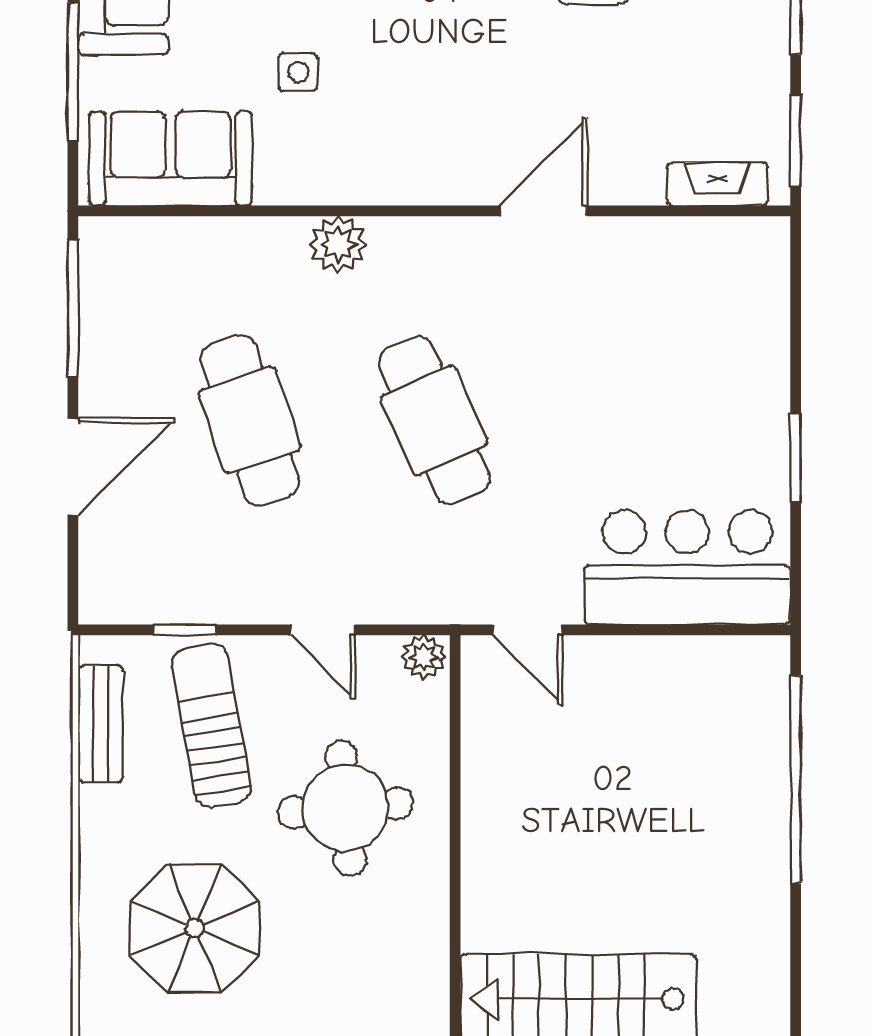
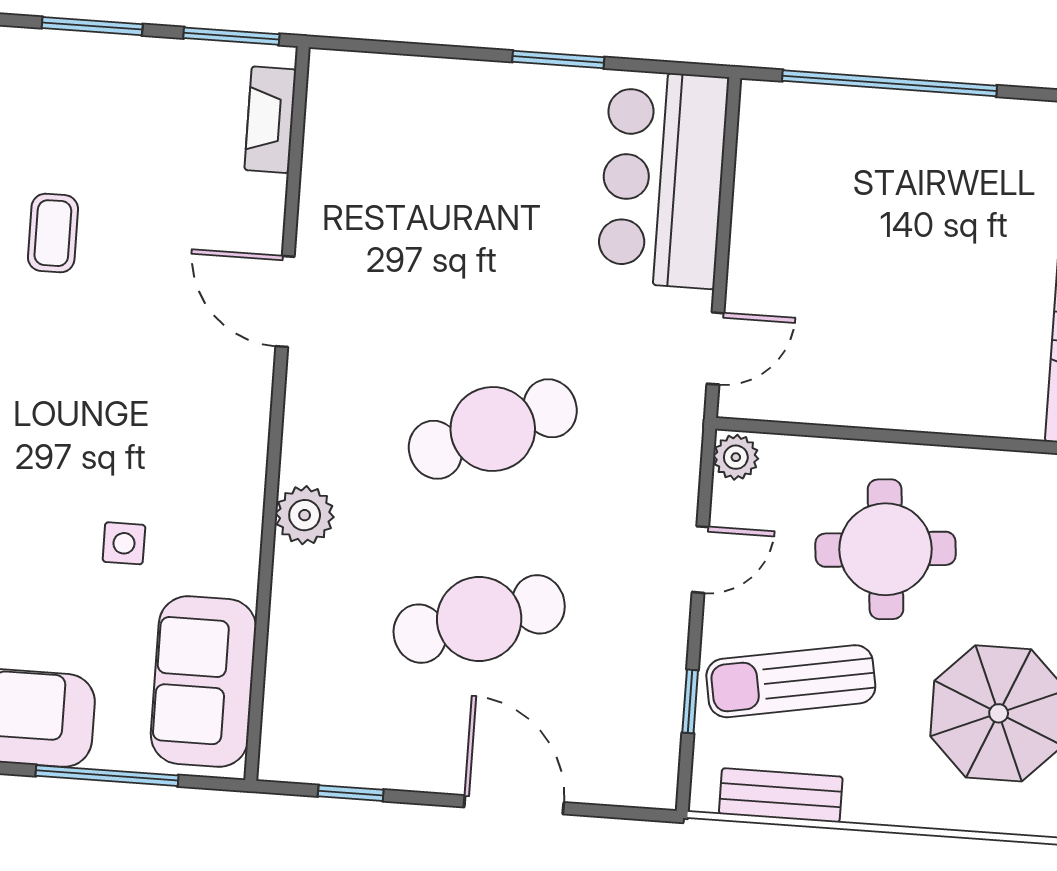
window: (73, 308) -> (351, 793), width x0.46

